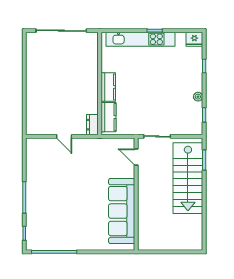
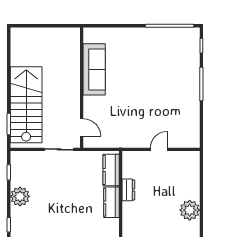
plant: (35, 80) -> (190, 210), added
plant: (198, 97) -> (20, 196), width x1.88, depth x1.88
dresser: (92, 125) -> (128, 190), moved
door: (64, 136) -> (159, 149), hinge flipped
sofa: (122, 211) -> (94, 69), width x0.74, depth x0.79

